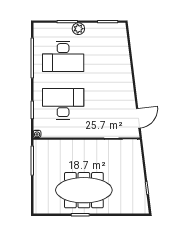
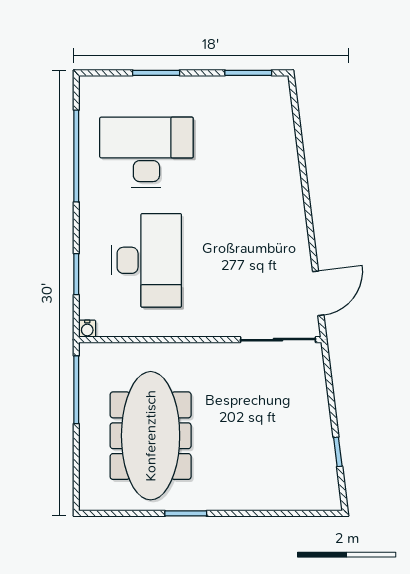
plant: (78, 29) -> (182, 89), removed
desk: (63, 56) -> (146, 152), turned 180
desk: (63, 104) -> (146, 260), turned 90
meeting table: (84, 190) -> (151, 436), moved, turned 90

